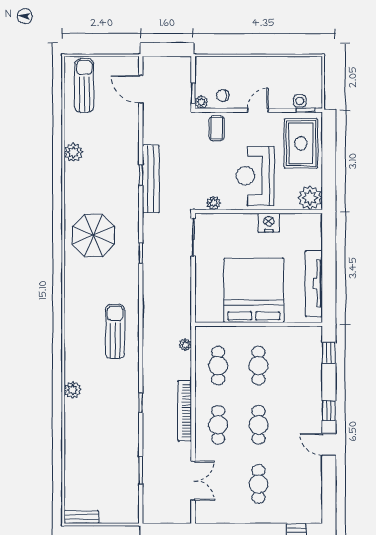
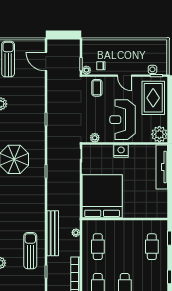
door: (258, 110) -> (125, 76), swing flipped
bench: (151, 179) -> (53, 233), moved
nightstand: (269, 223) -> (121, 151), moved
tv unit: (314, 284) -> (162, 167), moved
bed: (254, 290) -> (102, 196), moved
sun lounger: (115, 331) -> (30, 251), moved
cafe table: (259, 366) -> (152, 247), moved

